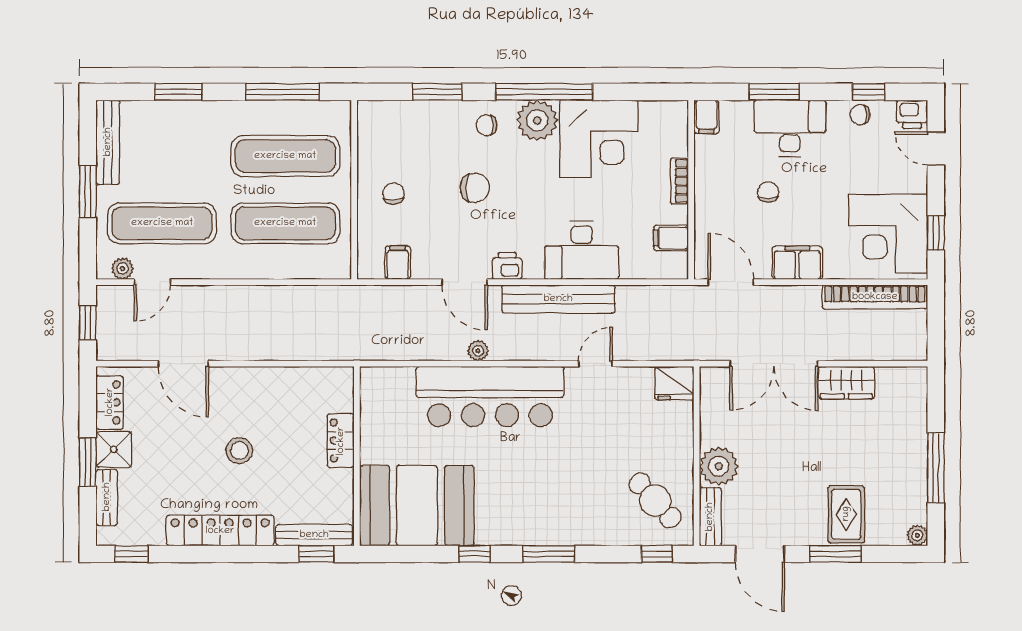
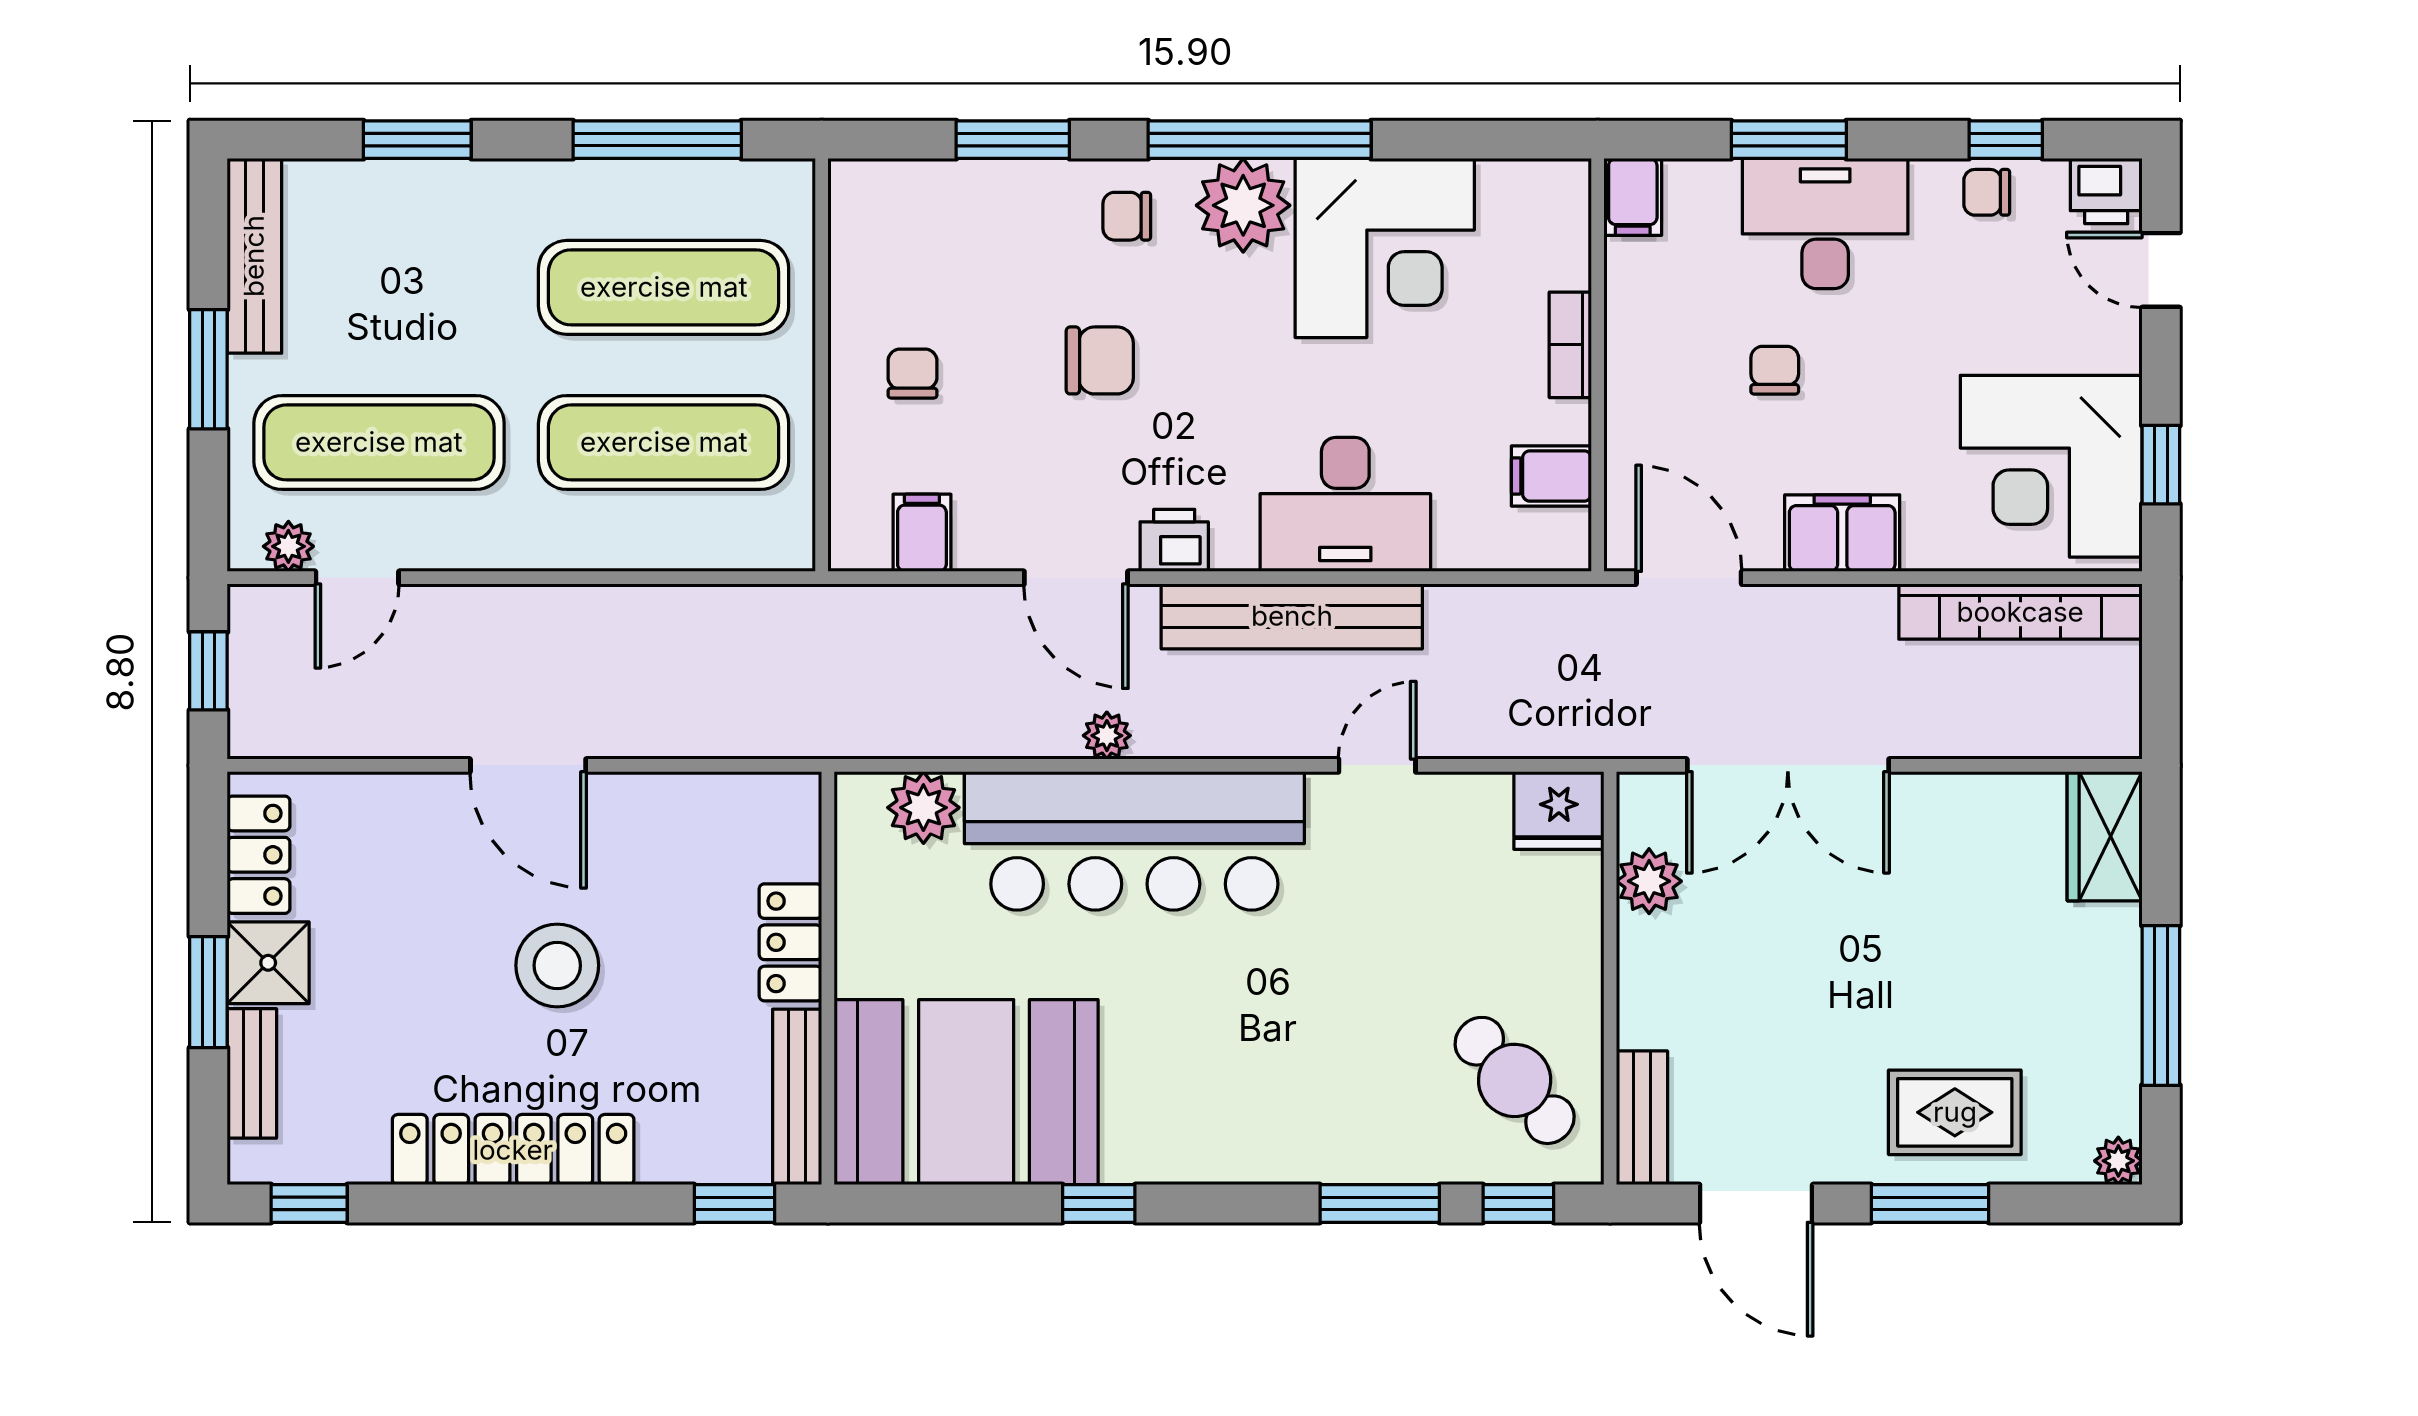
door: (183, 364) -> (528, 765), moved
plant: (398, 382) -> (923, 808), added
wardrobe: (846, 383) -> (2105, 836), moved, turned 90
stool: (239, 451) -> (557, 965), width x1.38, depth x1.38
plant: (719, 466) -> (1649, 881), moved, width x0.73, depth x0.73
rug: (846, 514) -> (1955, 1112), turned 90
bench: (314, 535) -> (797, 1097), moved, turned 90
window: (549, 554) -> (1380, 1203), moved

